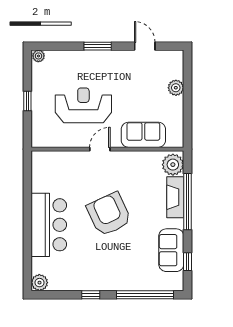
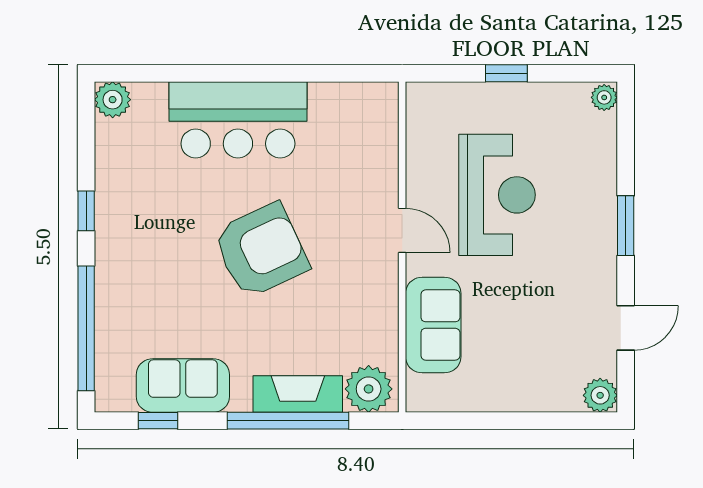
plant: (176, 88) -> (600, 395), moved

